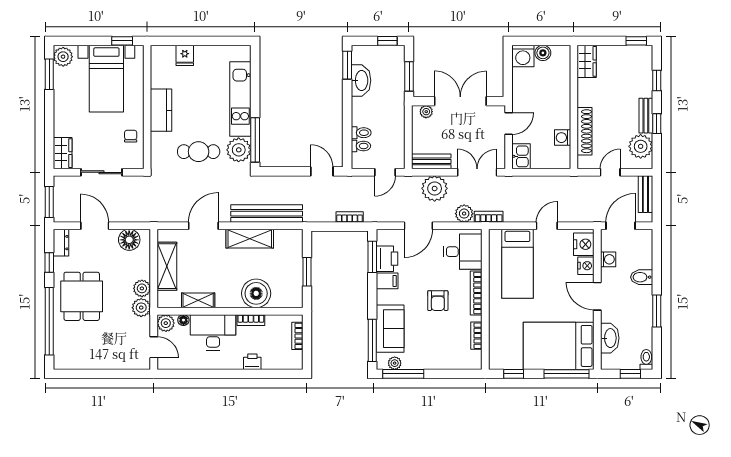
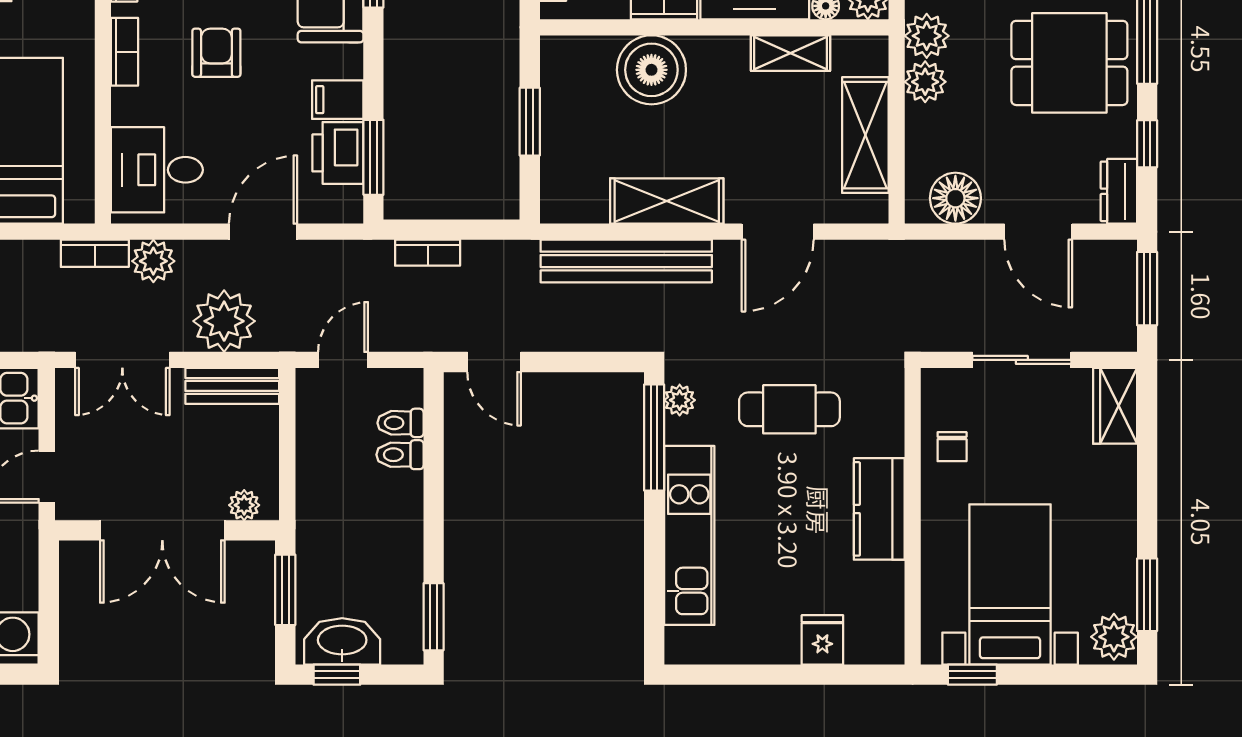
washbasin: (361, 80) -> (342, 641), moved, turned 90
plant: (239, 150) -> (680, 400), width x0.53, depth x0.53
bookcase: (476, 293) -> (124, 52), width x0.64
dining table: (82, 296) -> (1069, 63), turned 90

